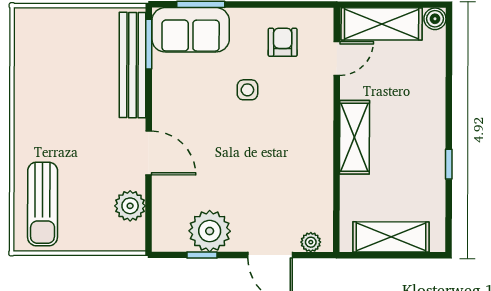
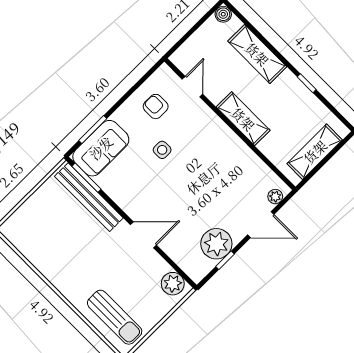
shelving: (382, 24) -> (257, 54), moved, turned 90
plant: (130, 206) -> (173, 284), moved

